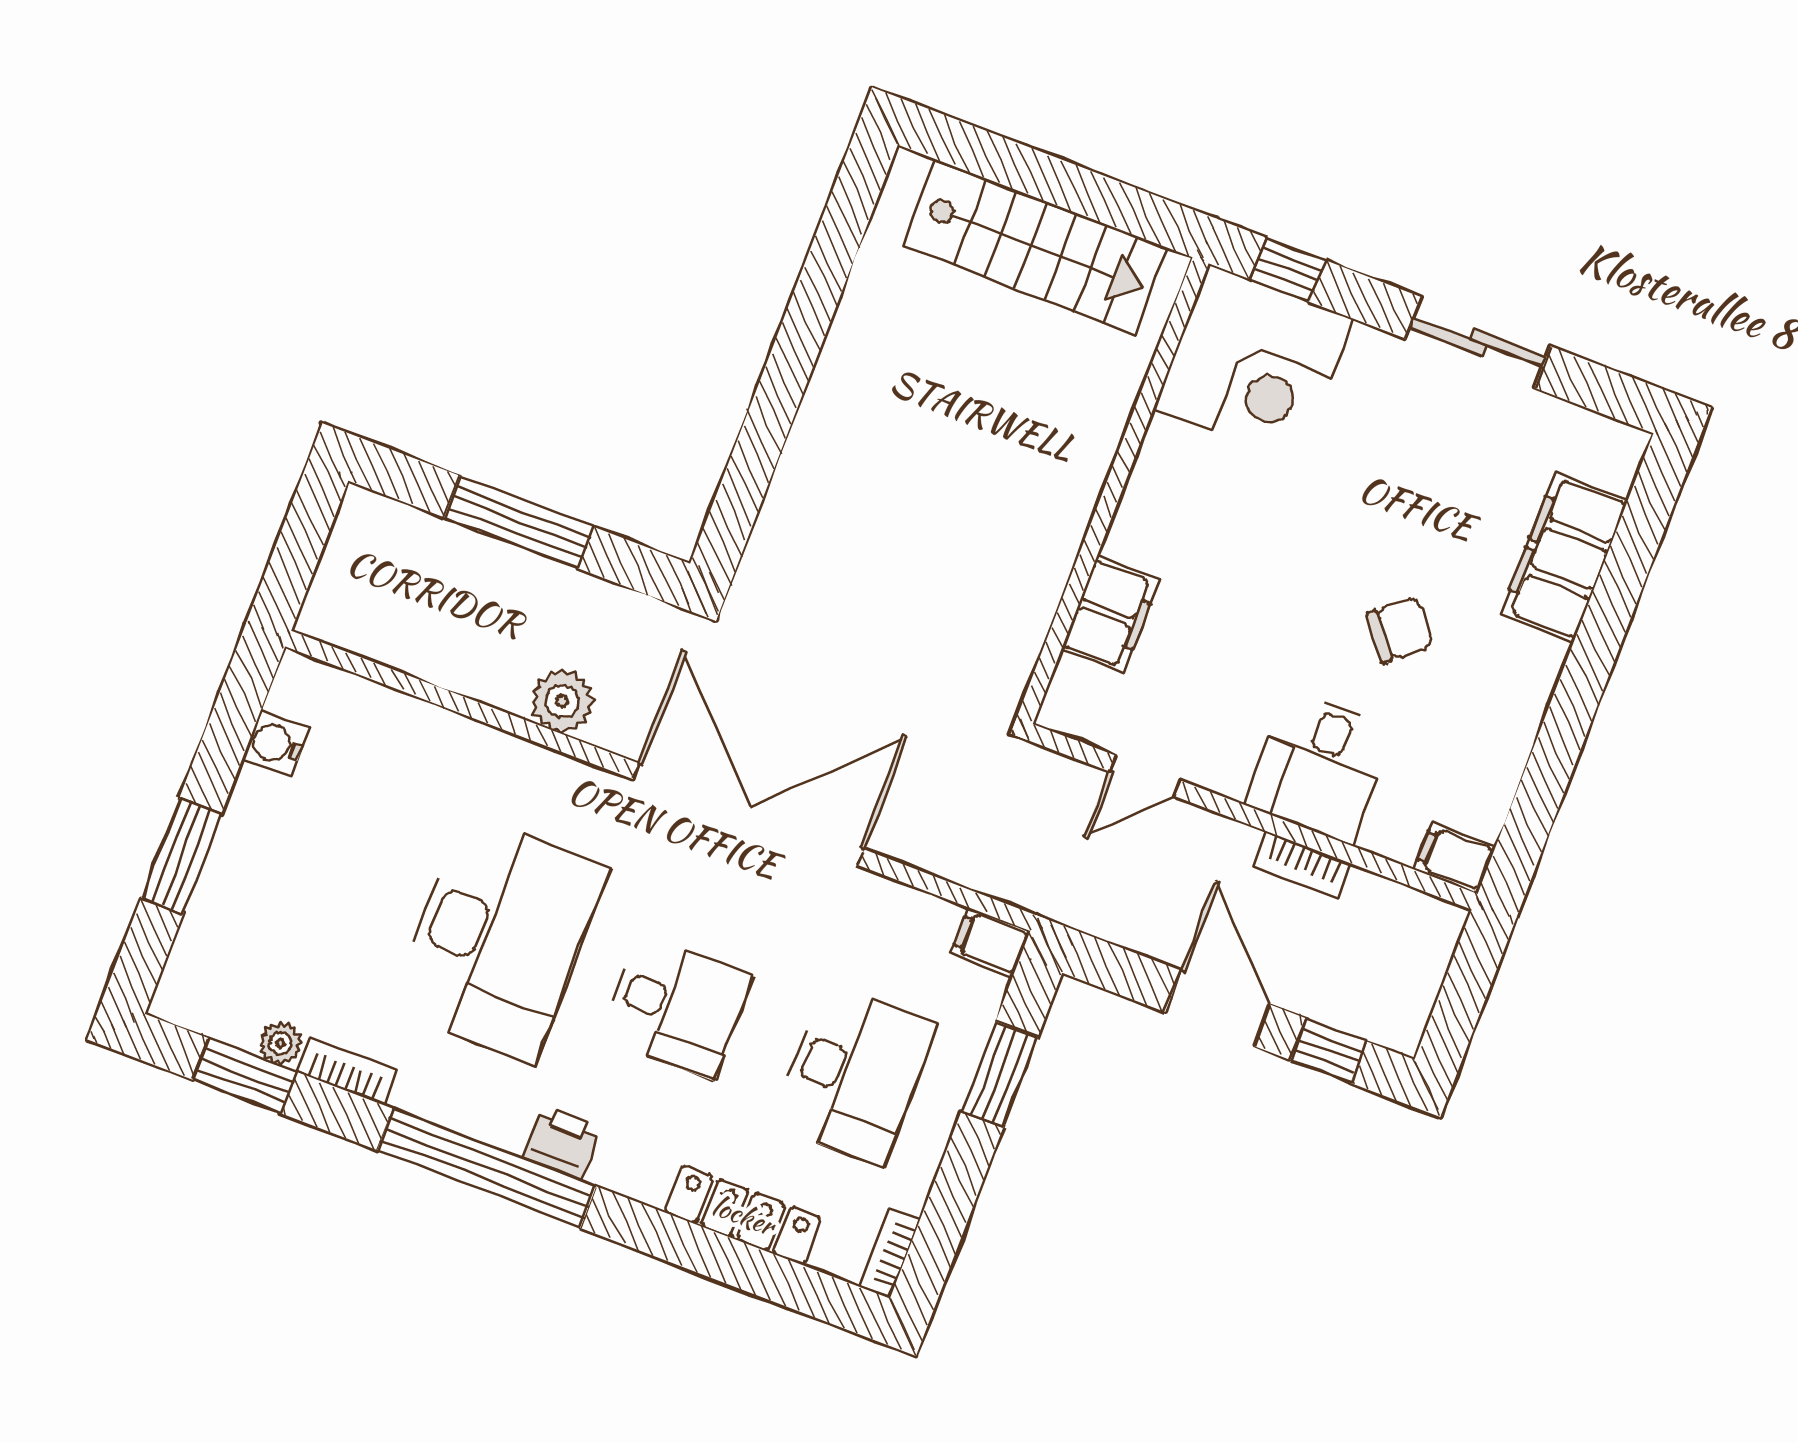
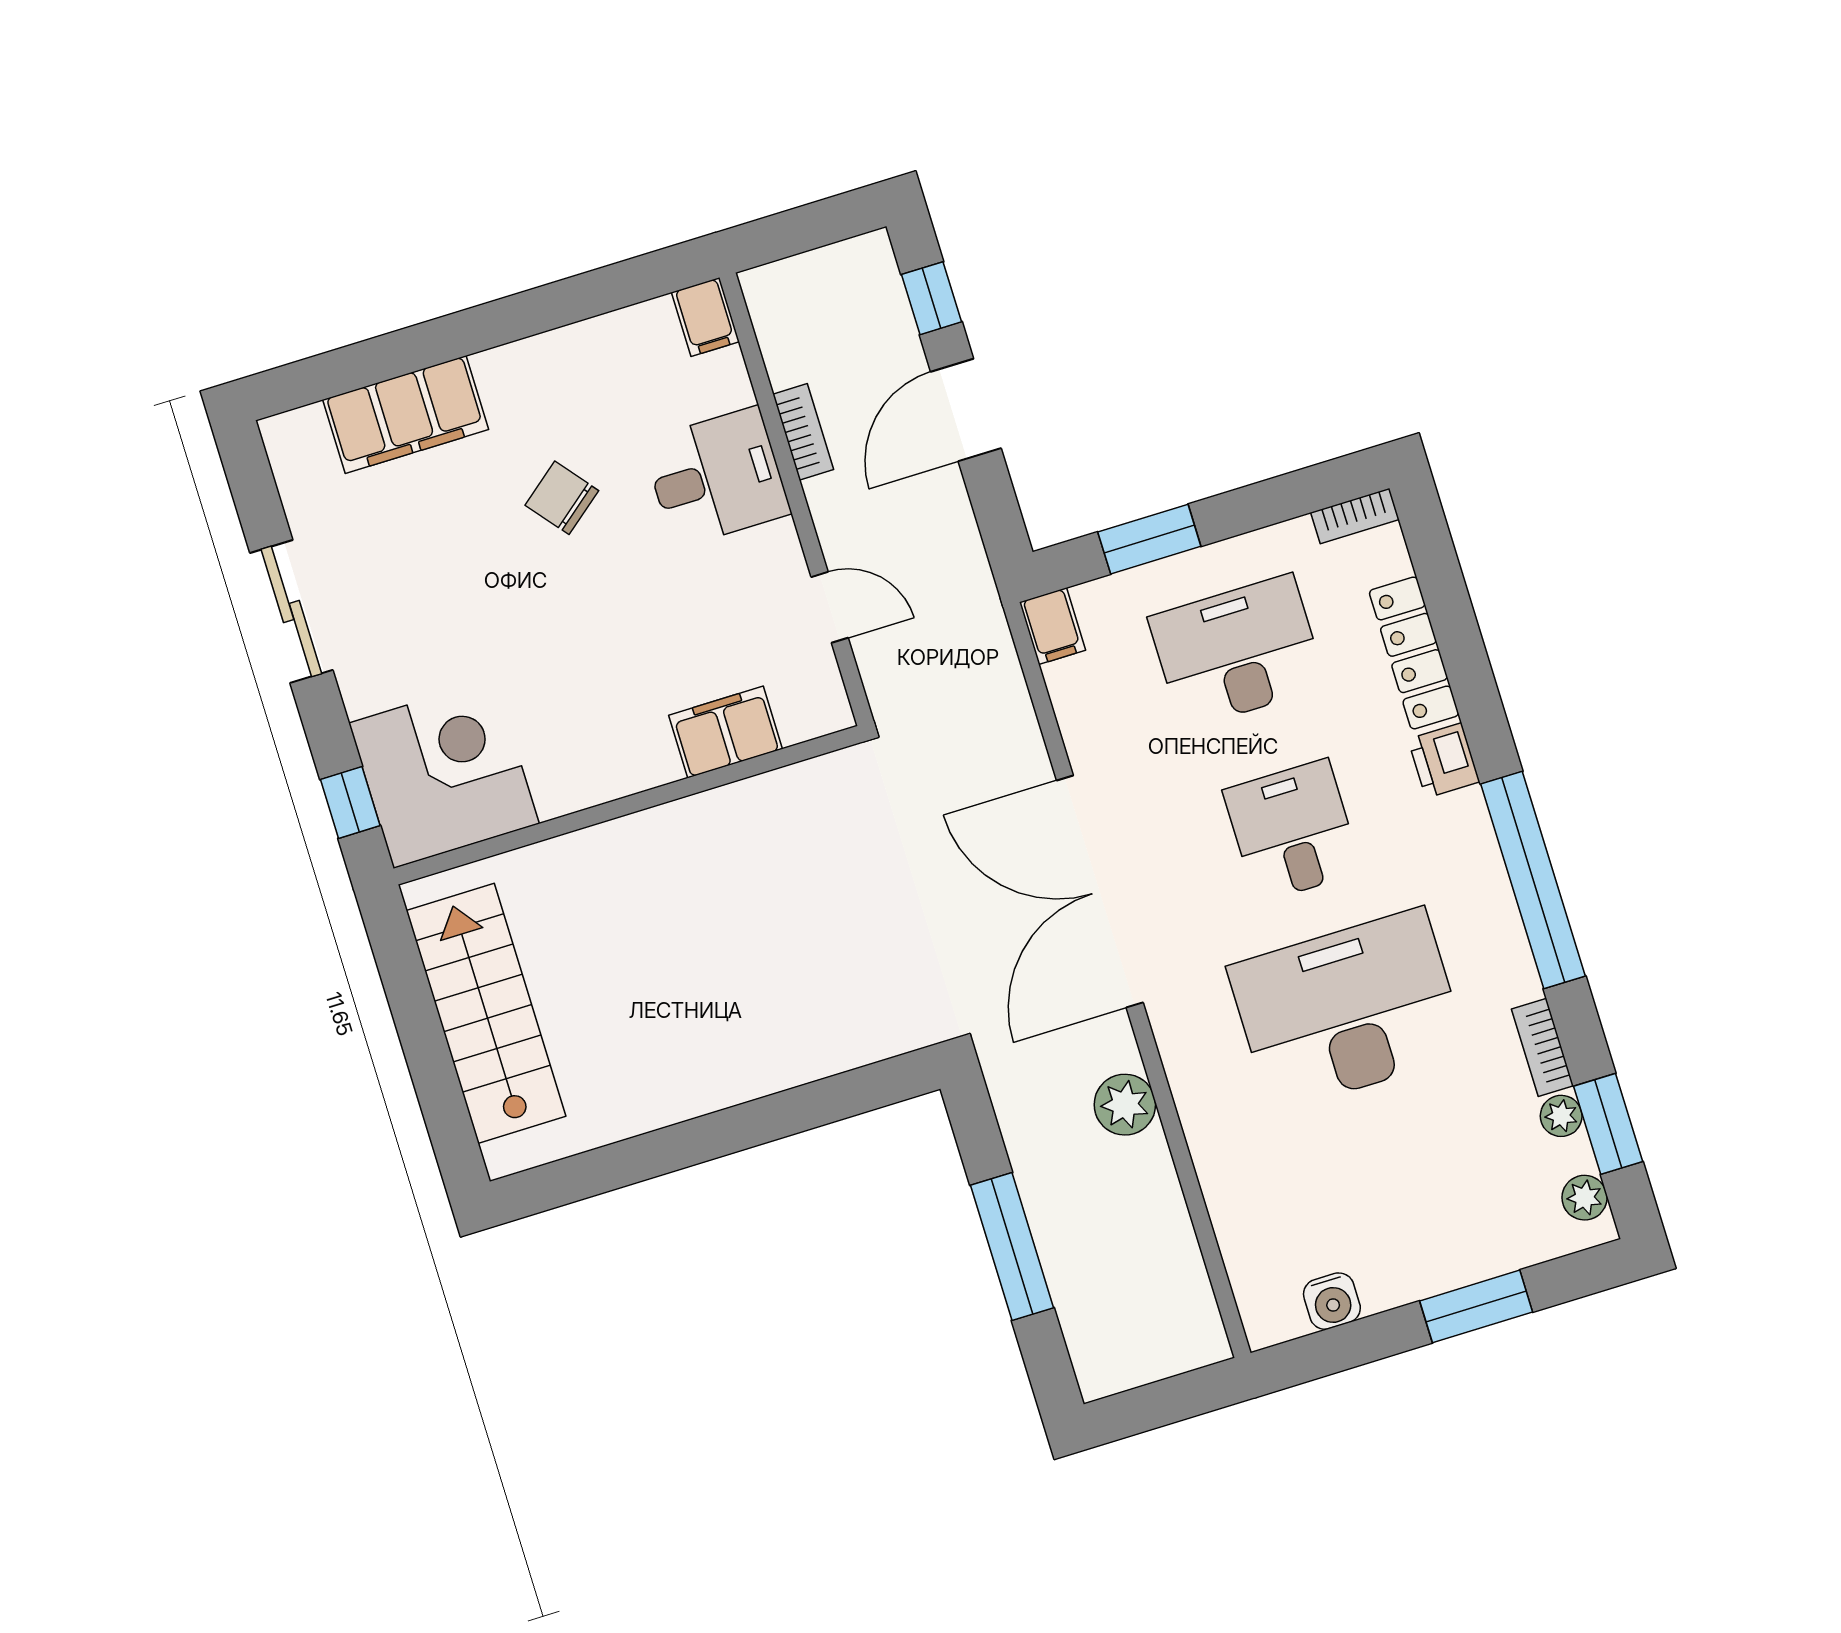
plant: (200, 1011) -> (1584, 1198), added
printer: (562, 1142) -> (1444, 760), moved

